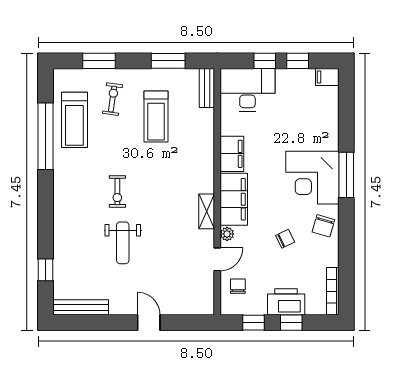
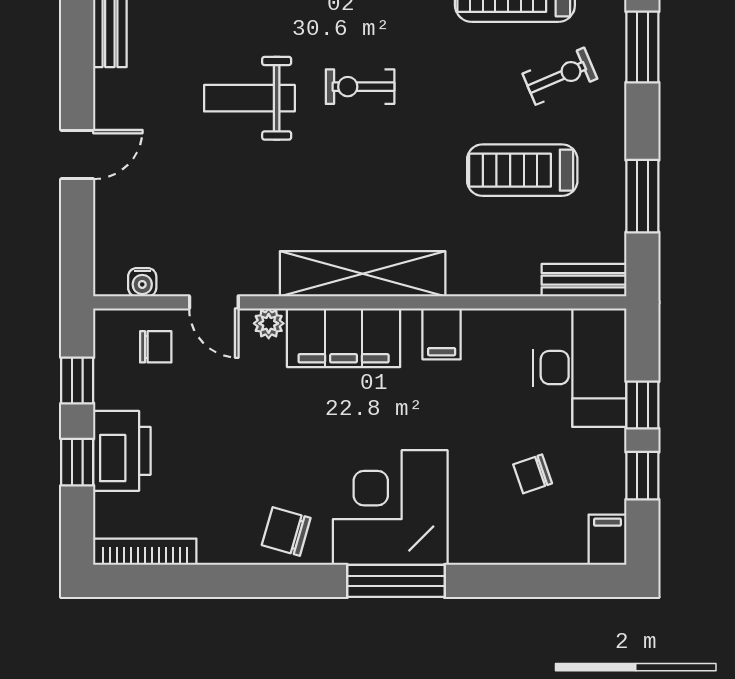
exercise bike: (113, 99) -> (560, 76), turned -31
filing cabinet: (232, 154) -> (442, 334), width x0.50
shelving: (207, 211) -> (363, 274), width x2.20, depth x1.33
chair: (285, 239) -> (533, 474), moved, turned 97
water cooler: (208, 292) -> (142, 282), added

